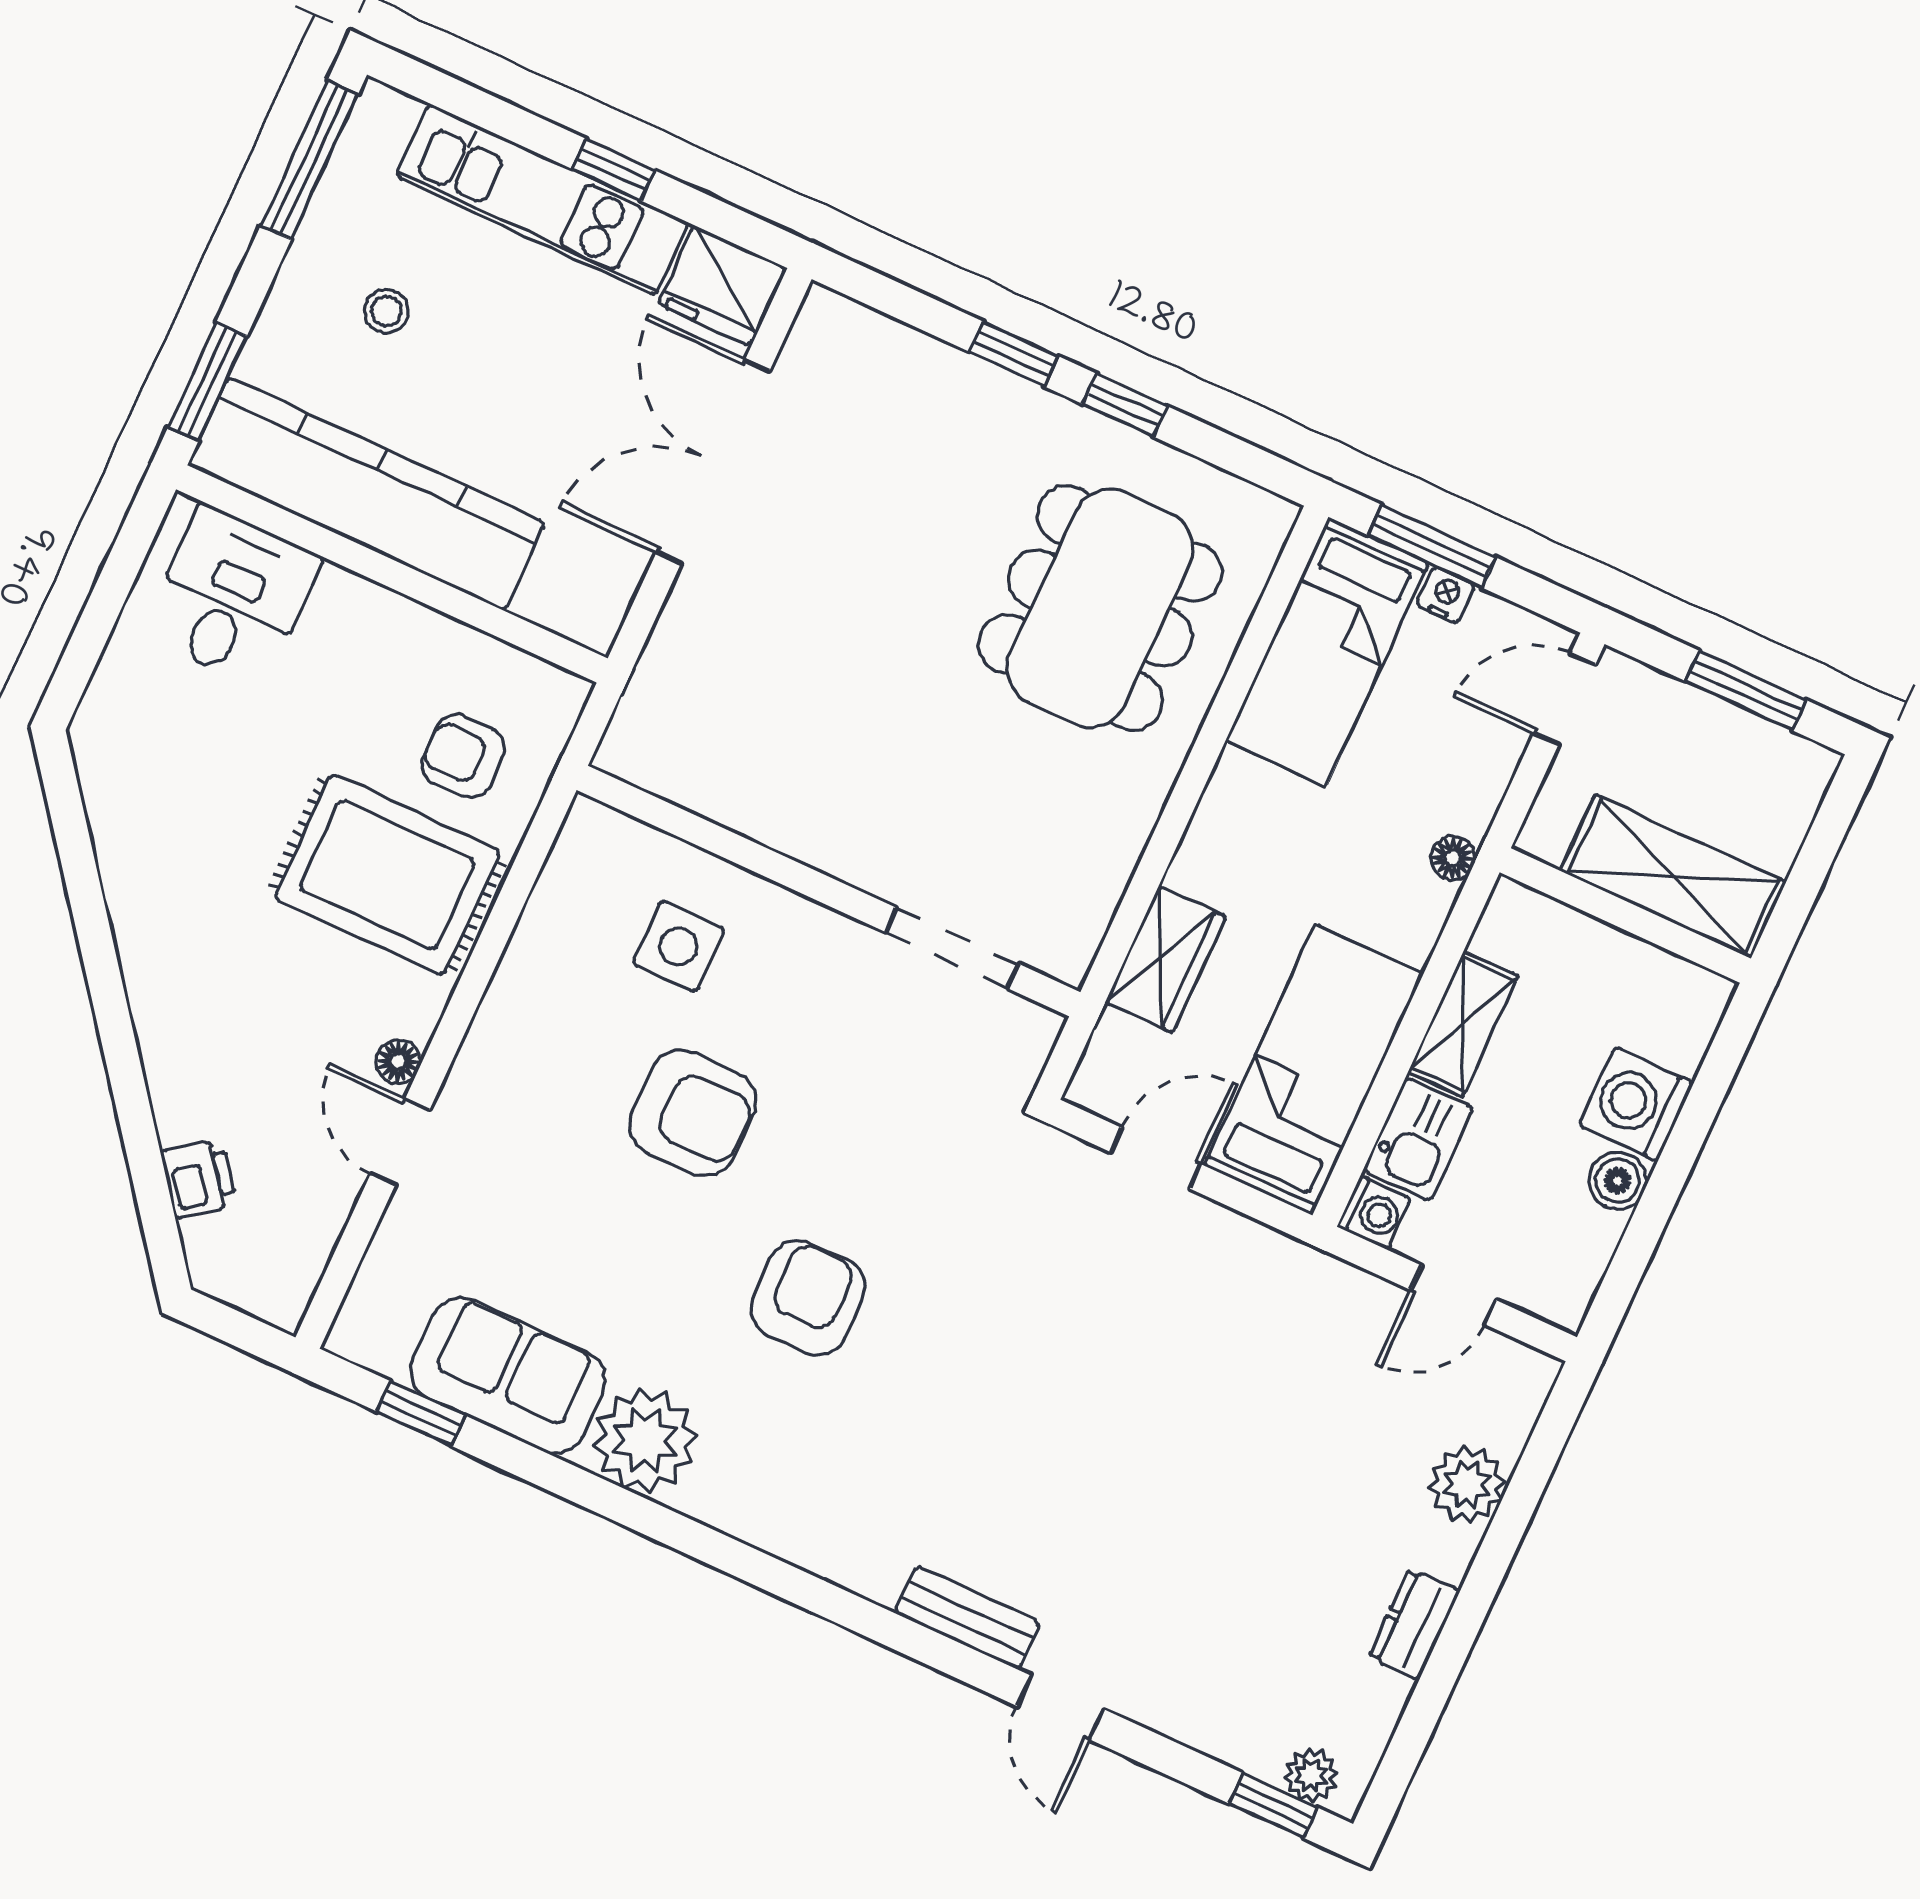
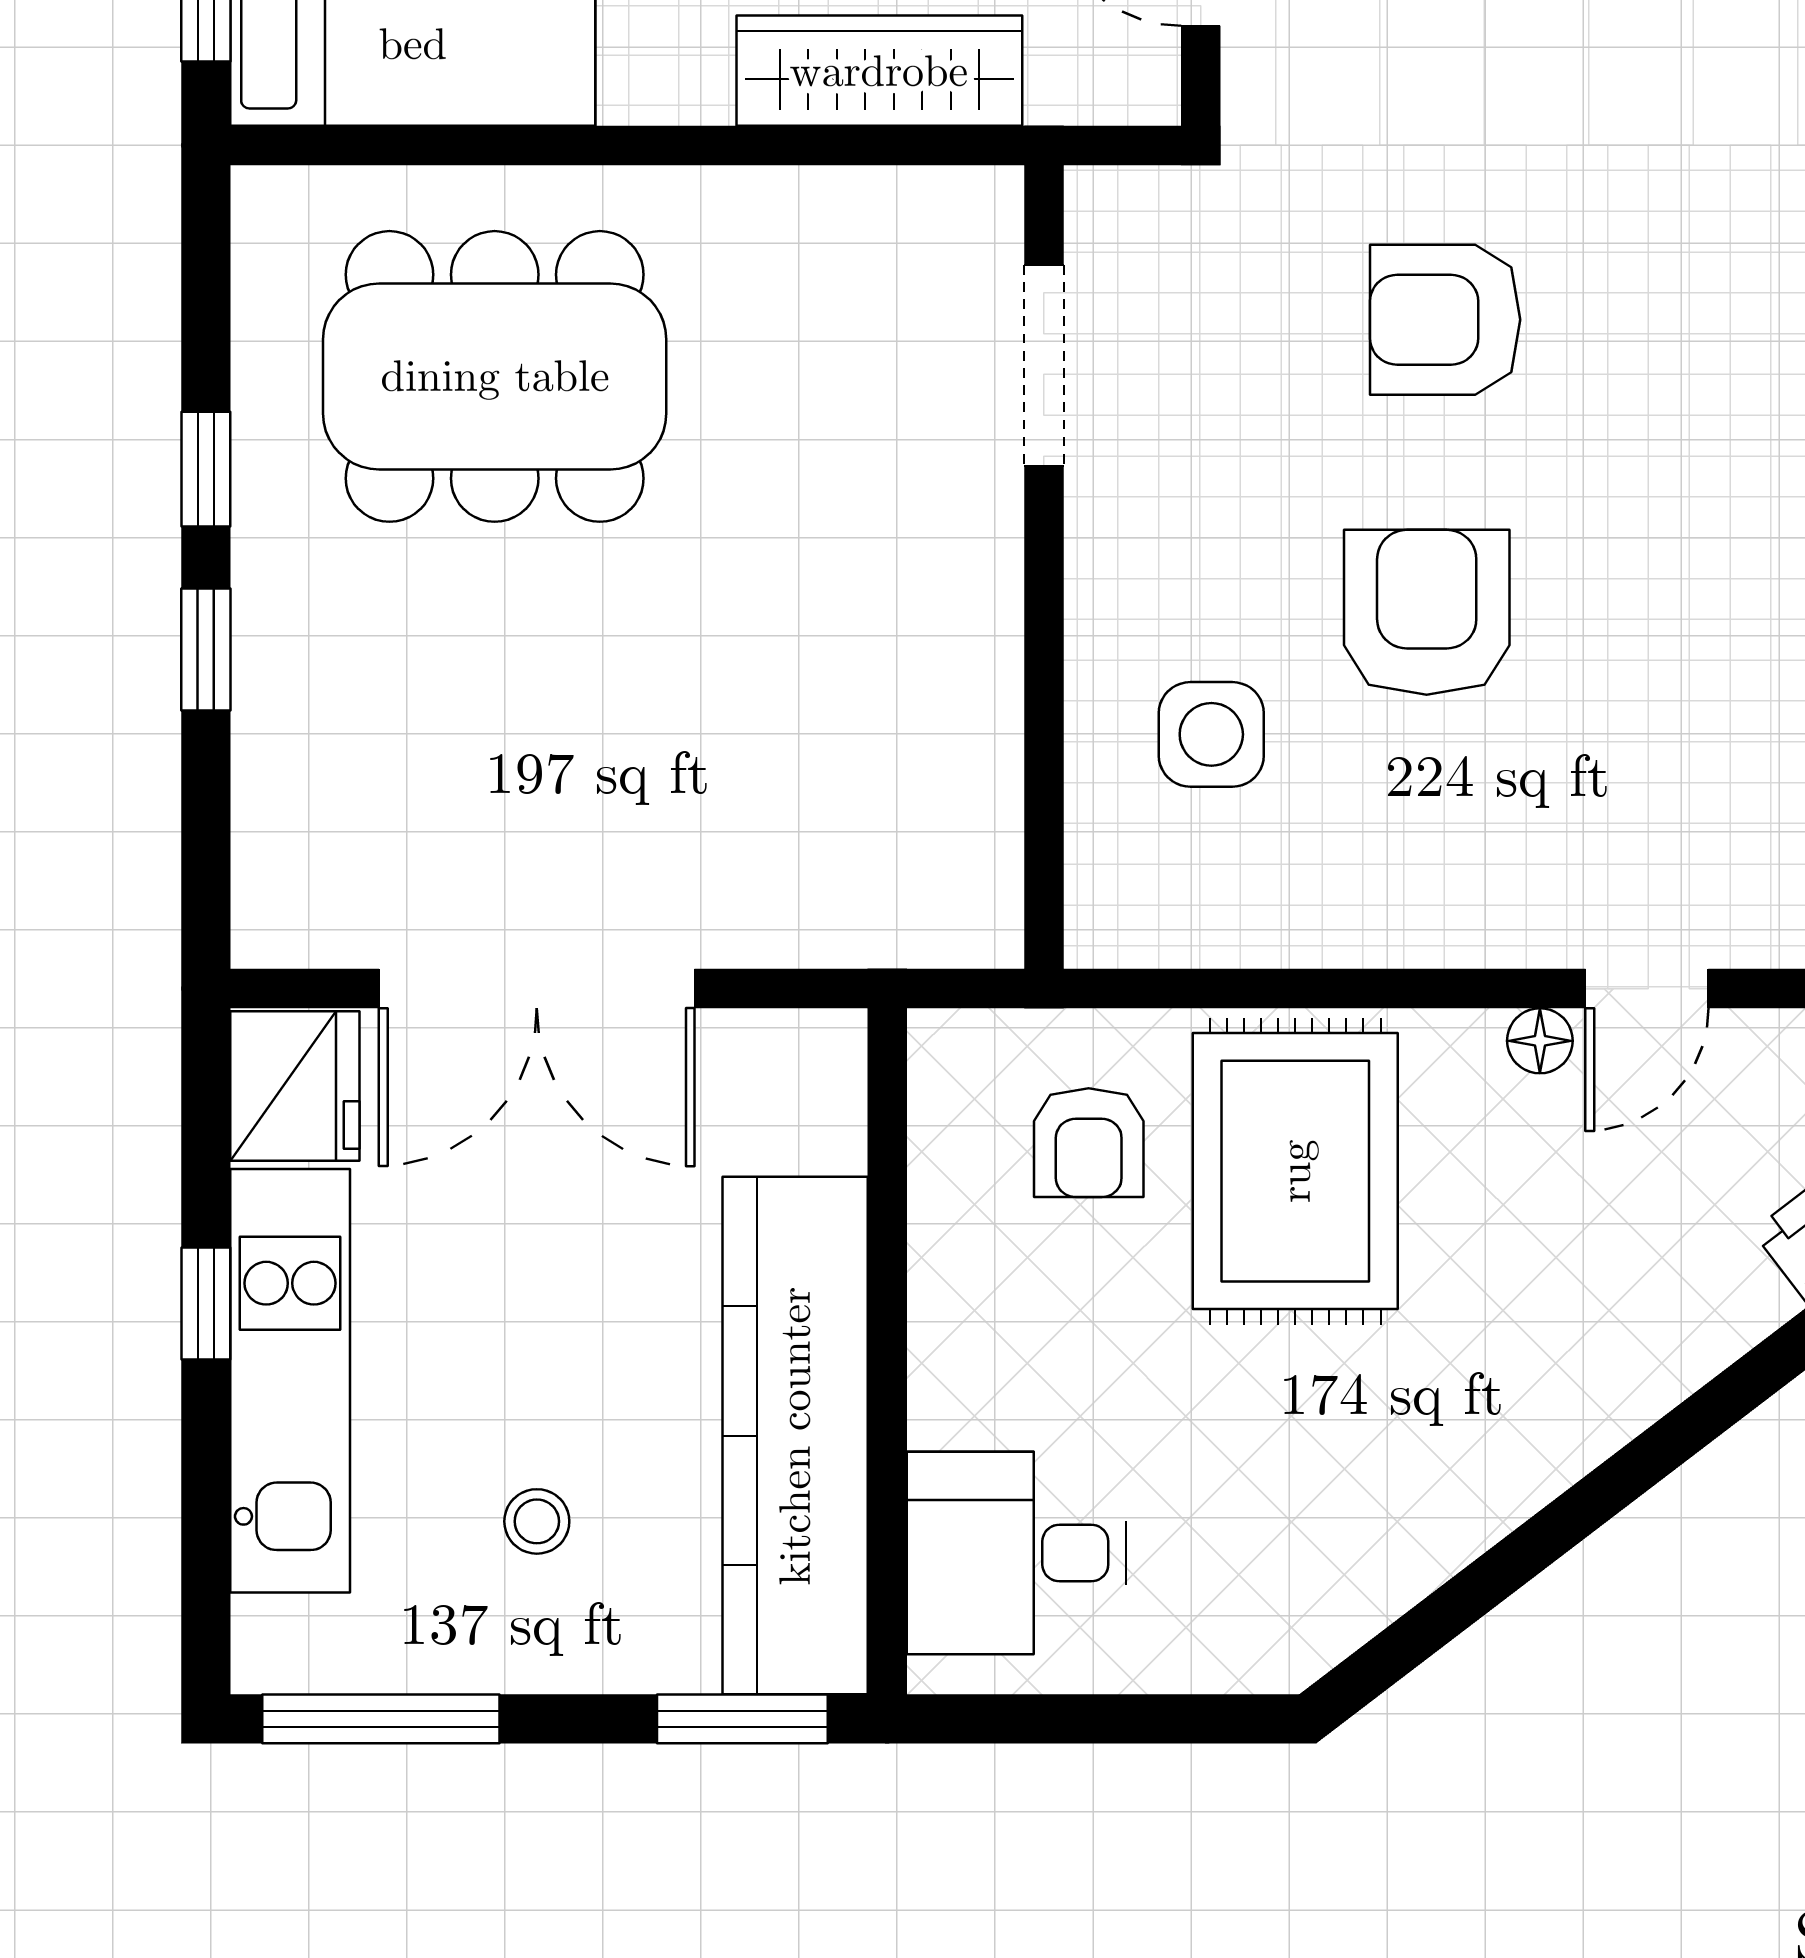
wardrobe: (1166, 959) -> (879, 71), width x1.50
armchair: (808, 1298) -> (1445, 320), moved

